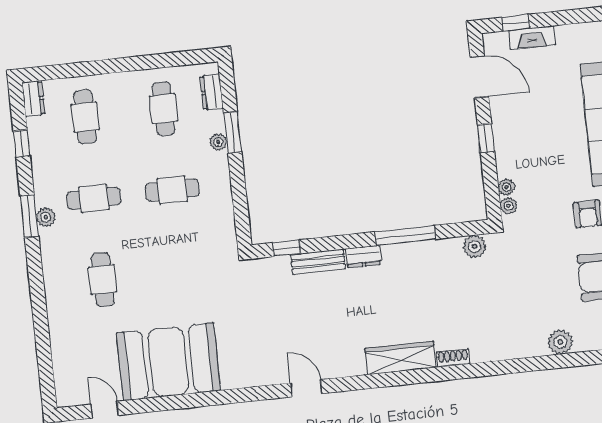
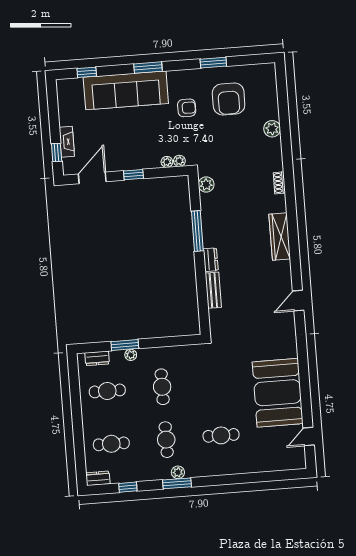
window: (286, 248) -> (204, 311), removed
shoe rack: (453, 358) -> (279, 183), moved

